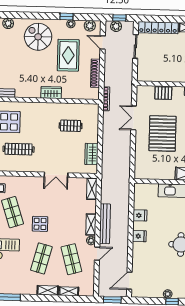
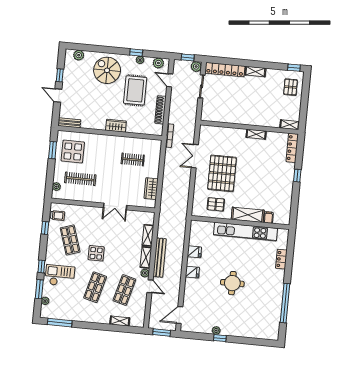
plant: (116, 26) -> (196, 67), moved
pallet: (163, 93) -> (216, 204), moved
shelving: (92, 189) -> (148, 235), moved
door: (97, 254) -> (150, 286), hinge flipped
shop shelf: (71, 259) -> (124, 290), turned 30
shelving: (48, 290) -> (99, 319), removed

